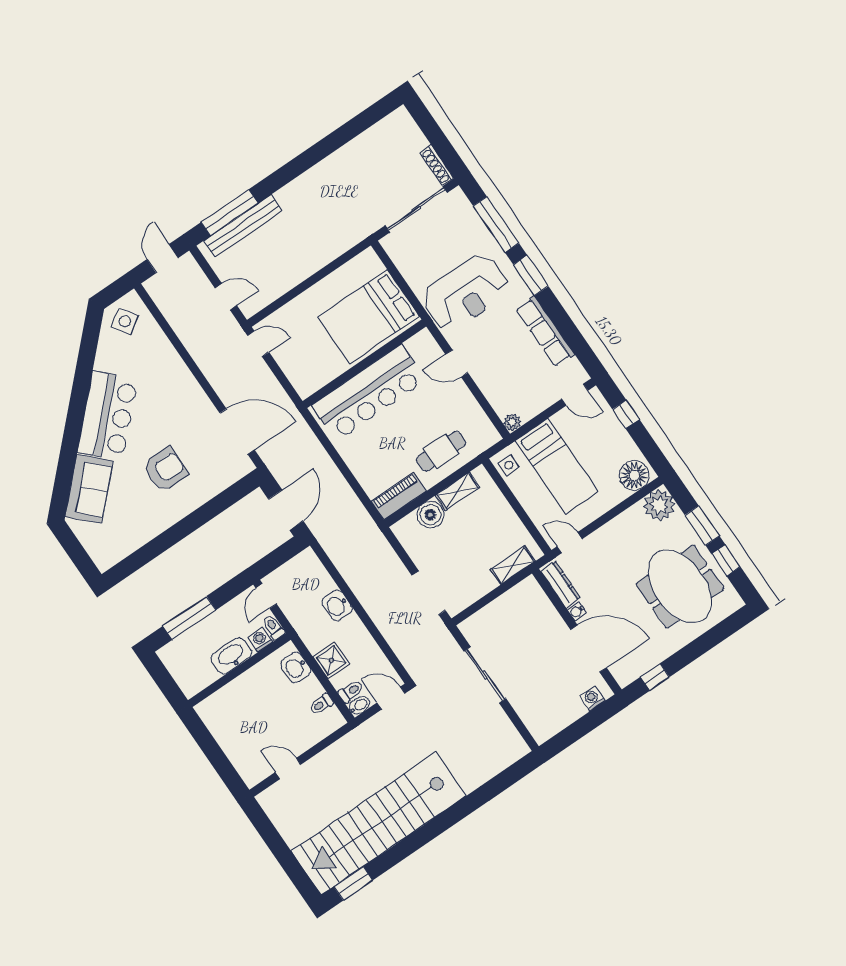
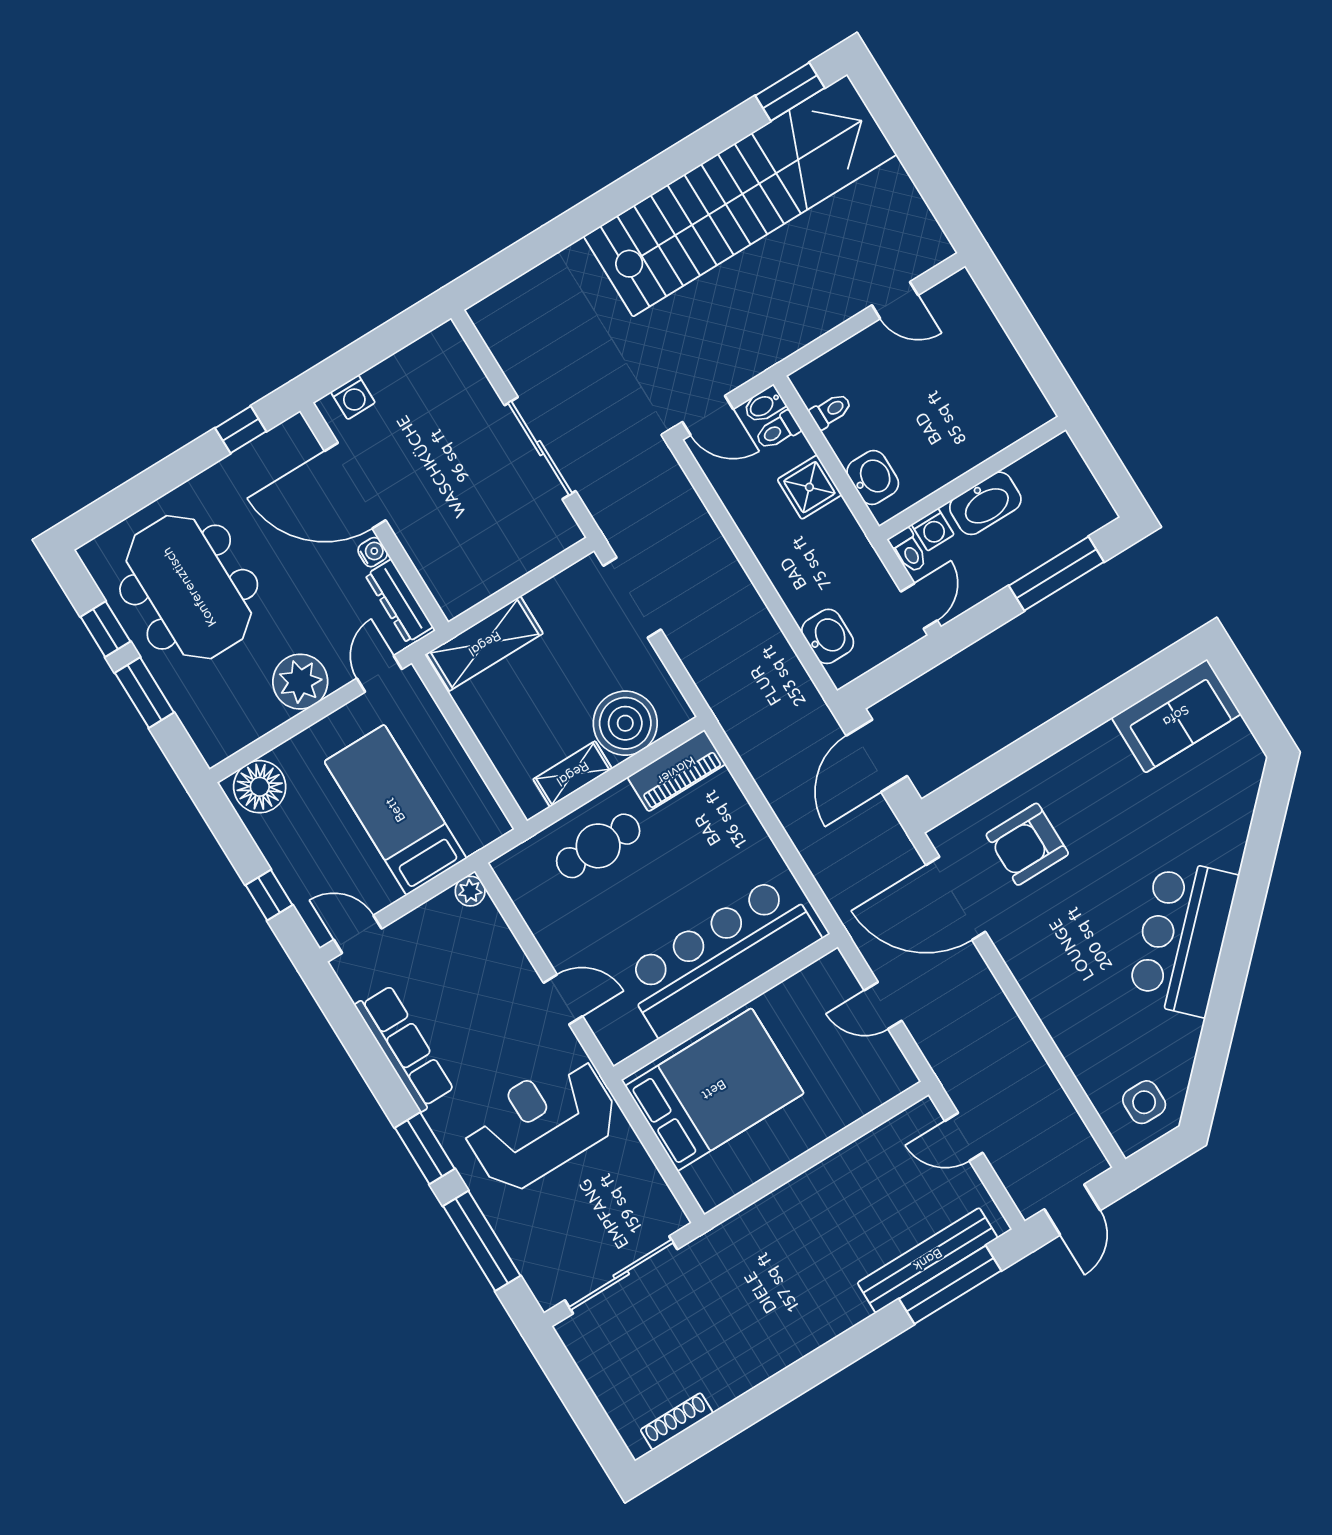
shoe rack: (437, 165) -> (677, 1421), moved, turned -90
side table: (125, 321) -> (1144, 1102), turned 34
door: (258, 344) -> (883, 1005), moved
side table: (509, 465) -> (480, 816), removed
armchair: (165, 470) -> (1027, 844), moved
sofa: (89, 489) -> (1176, 716), moved, turned -135
plant: (659, 505) -> (300, 682), moved
boiler: (430, 515) -> (625, 723), width x1.37, depth x1.37
door: (570, 543) -> (379, 674), swing flipped
shelving: (513, 565) -> (485, 644), width x1.50, depth x1.33
washbasin: (337, 605) -> (828, 636), moved

